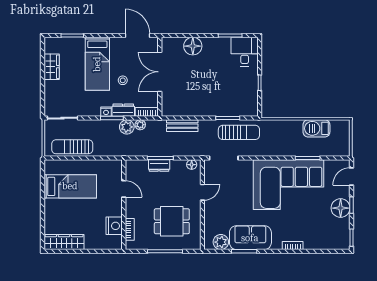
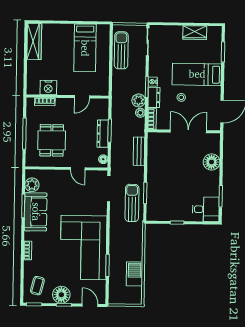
sun lounger: (239, 132) -> (132, 203), turned 180
dresser: (159, 165) -> (103, 134), width x1.44
coffee table: (331, 234) -> (37, 286), added

